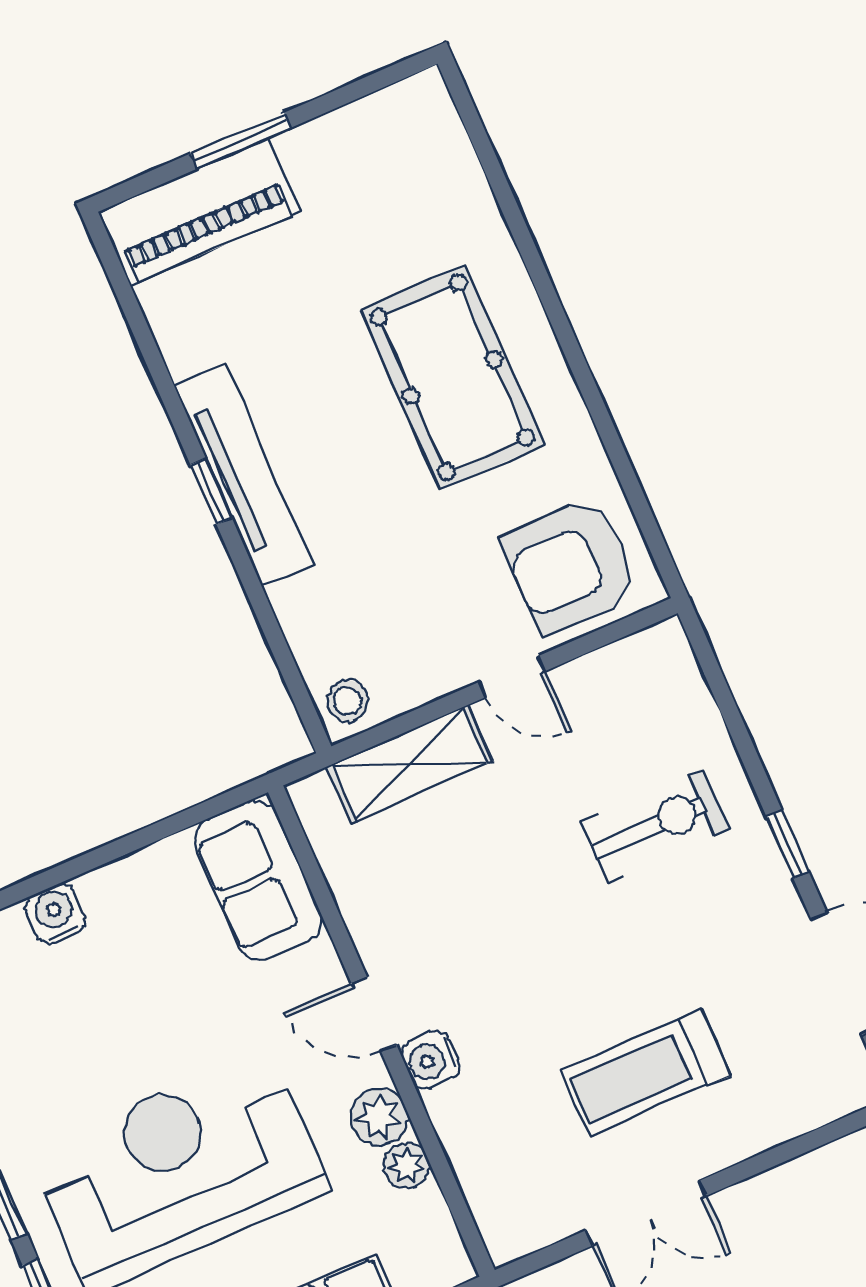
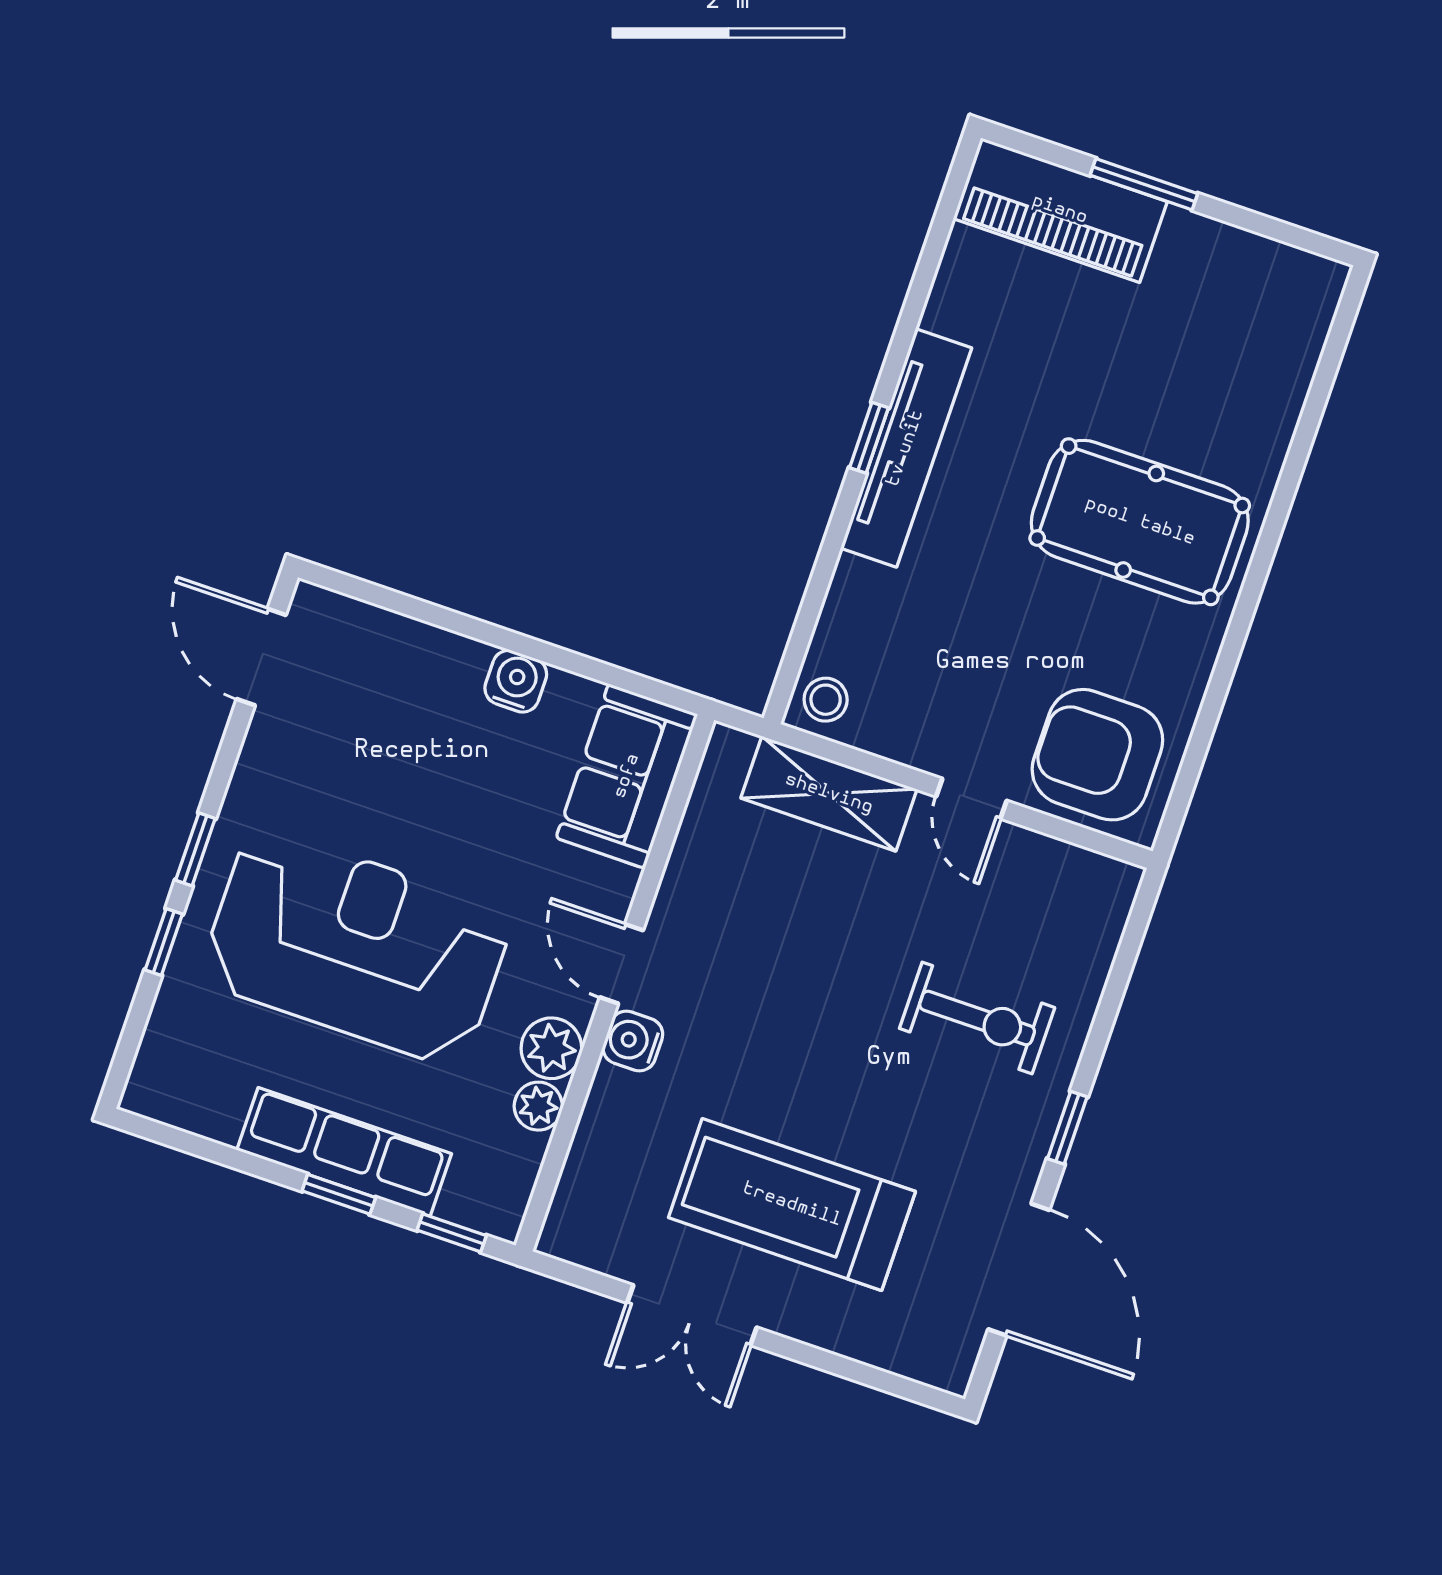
pool table: (452, 377) -> (1140, 522), turned 90
water cooler: (55, 914) -> (516, 681), moved
treadmill: (645, 1073) -> (792, 1205), width x1.37, depth x1.38

